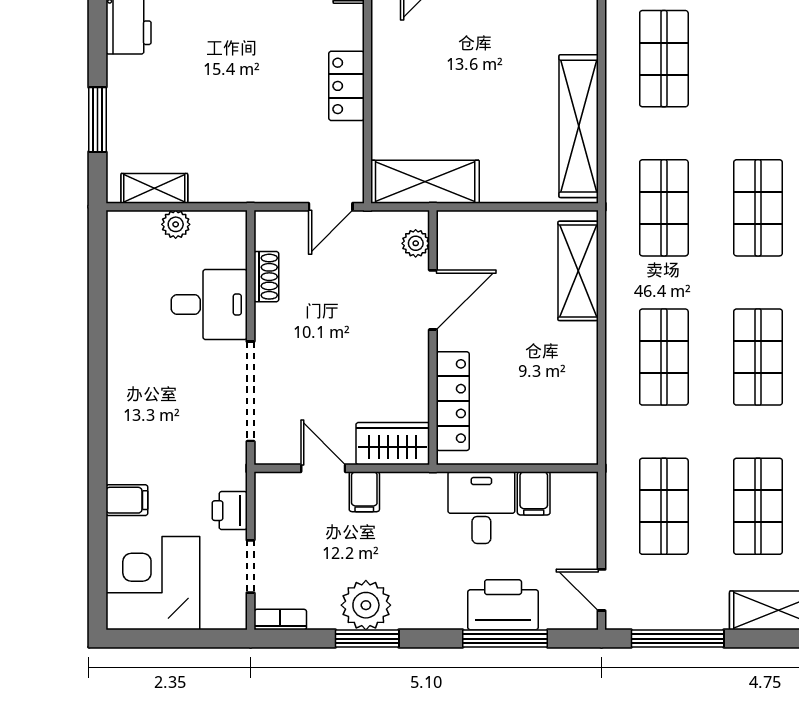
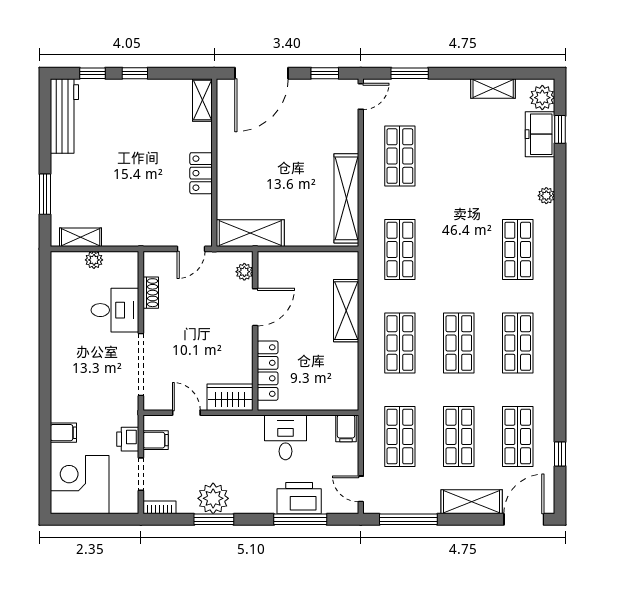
shop shelf: (758, 208) -> (459, 250), removed
shelving: (578, 271) -> (346, 311), moved
filing cabinet: (364, 492) -> (156, 440), moved, turned -90
filing cabinet: (534, 493) -> (346, 428), moved

